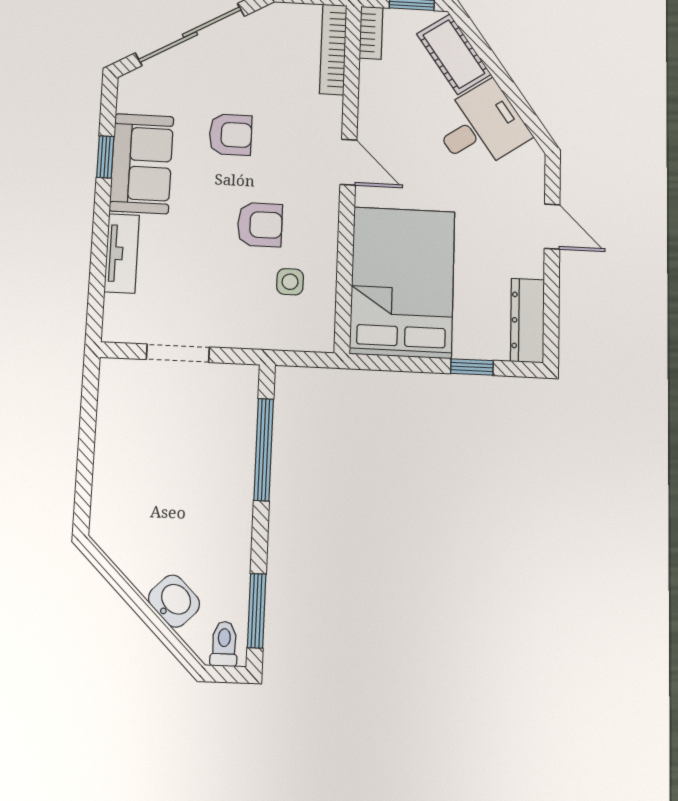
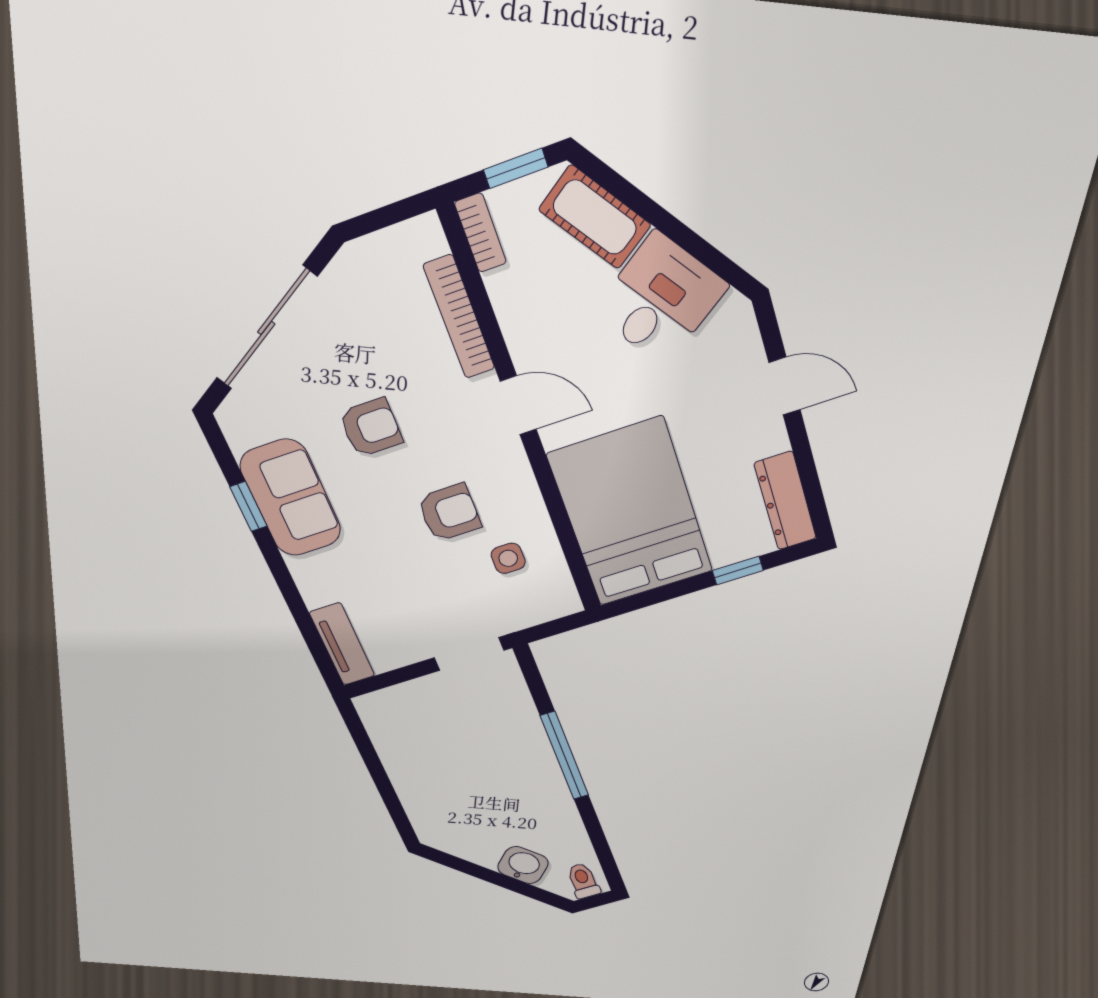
bookcase: (333, 49) -> (459, 317), moved
tv unit: (122, 253) -> (342, 644), moved
doorway: (178, 353) -> (469, 654), moved
window: (264, 449) -> (565, 756), moved
window: (257, 611) -> (602, 848), removed

